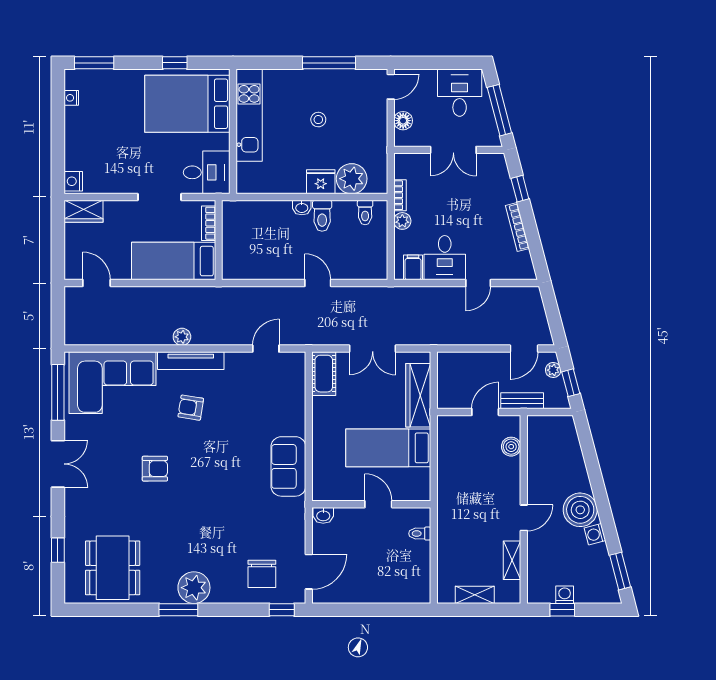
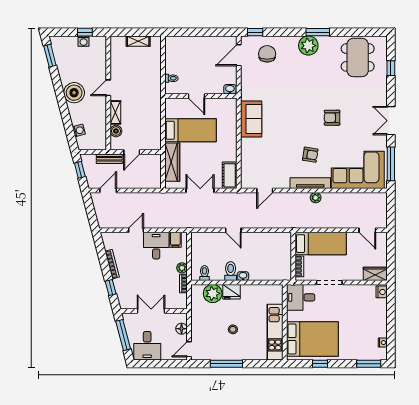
plant: (553, 370) -> (90, 177), removed
washing machine: (595, 534) -> (79, 130), moved
shelving: (512, 560) -> (115, 112), moved

